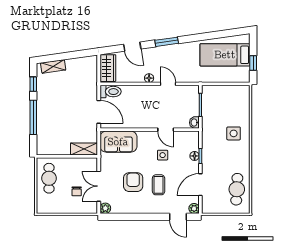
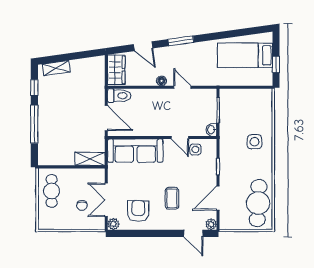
sofa: (118, 142) -> (135, 151), width x1.36
side table: (163, 155) -> (195, 150), moved
floor lamp: (195, 156) -> (212, 167), removed
armchair: (133, 182) -> (138, 211), moved
cafe table: (237, 189) -> (258, 203), width x1.37, depth x1.35

